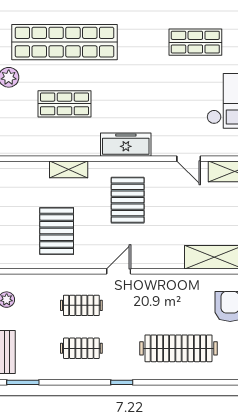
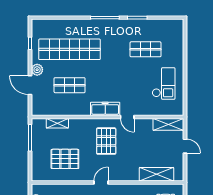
door: (189, 159) -> (127, 117), moved
shelving: (69, 169) -> (57, 123), moved
pallet: (57, 231) -> (65, 159), turned 90

